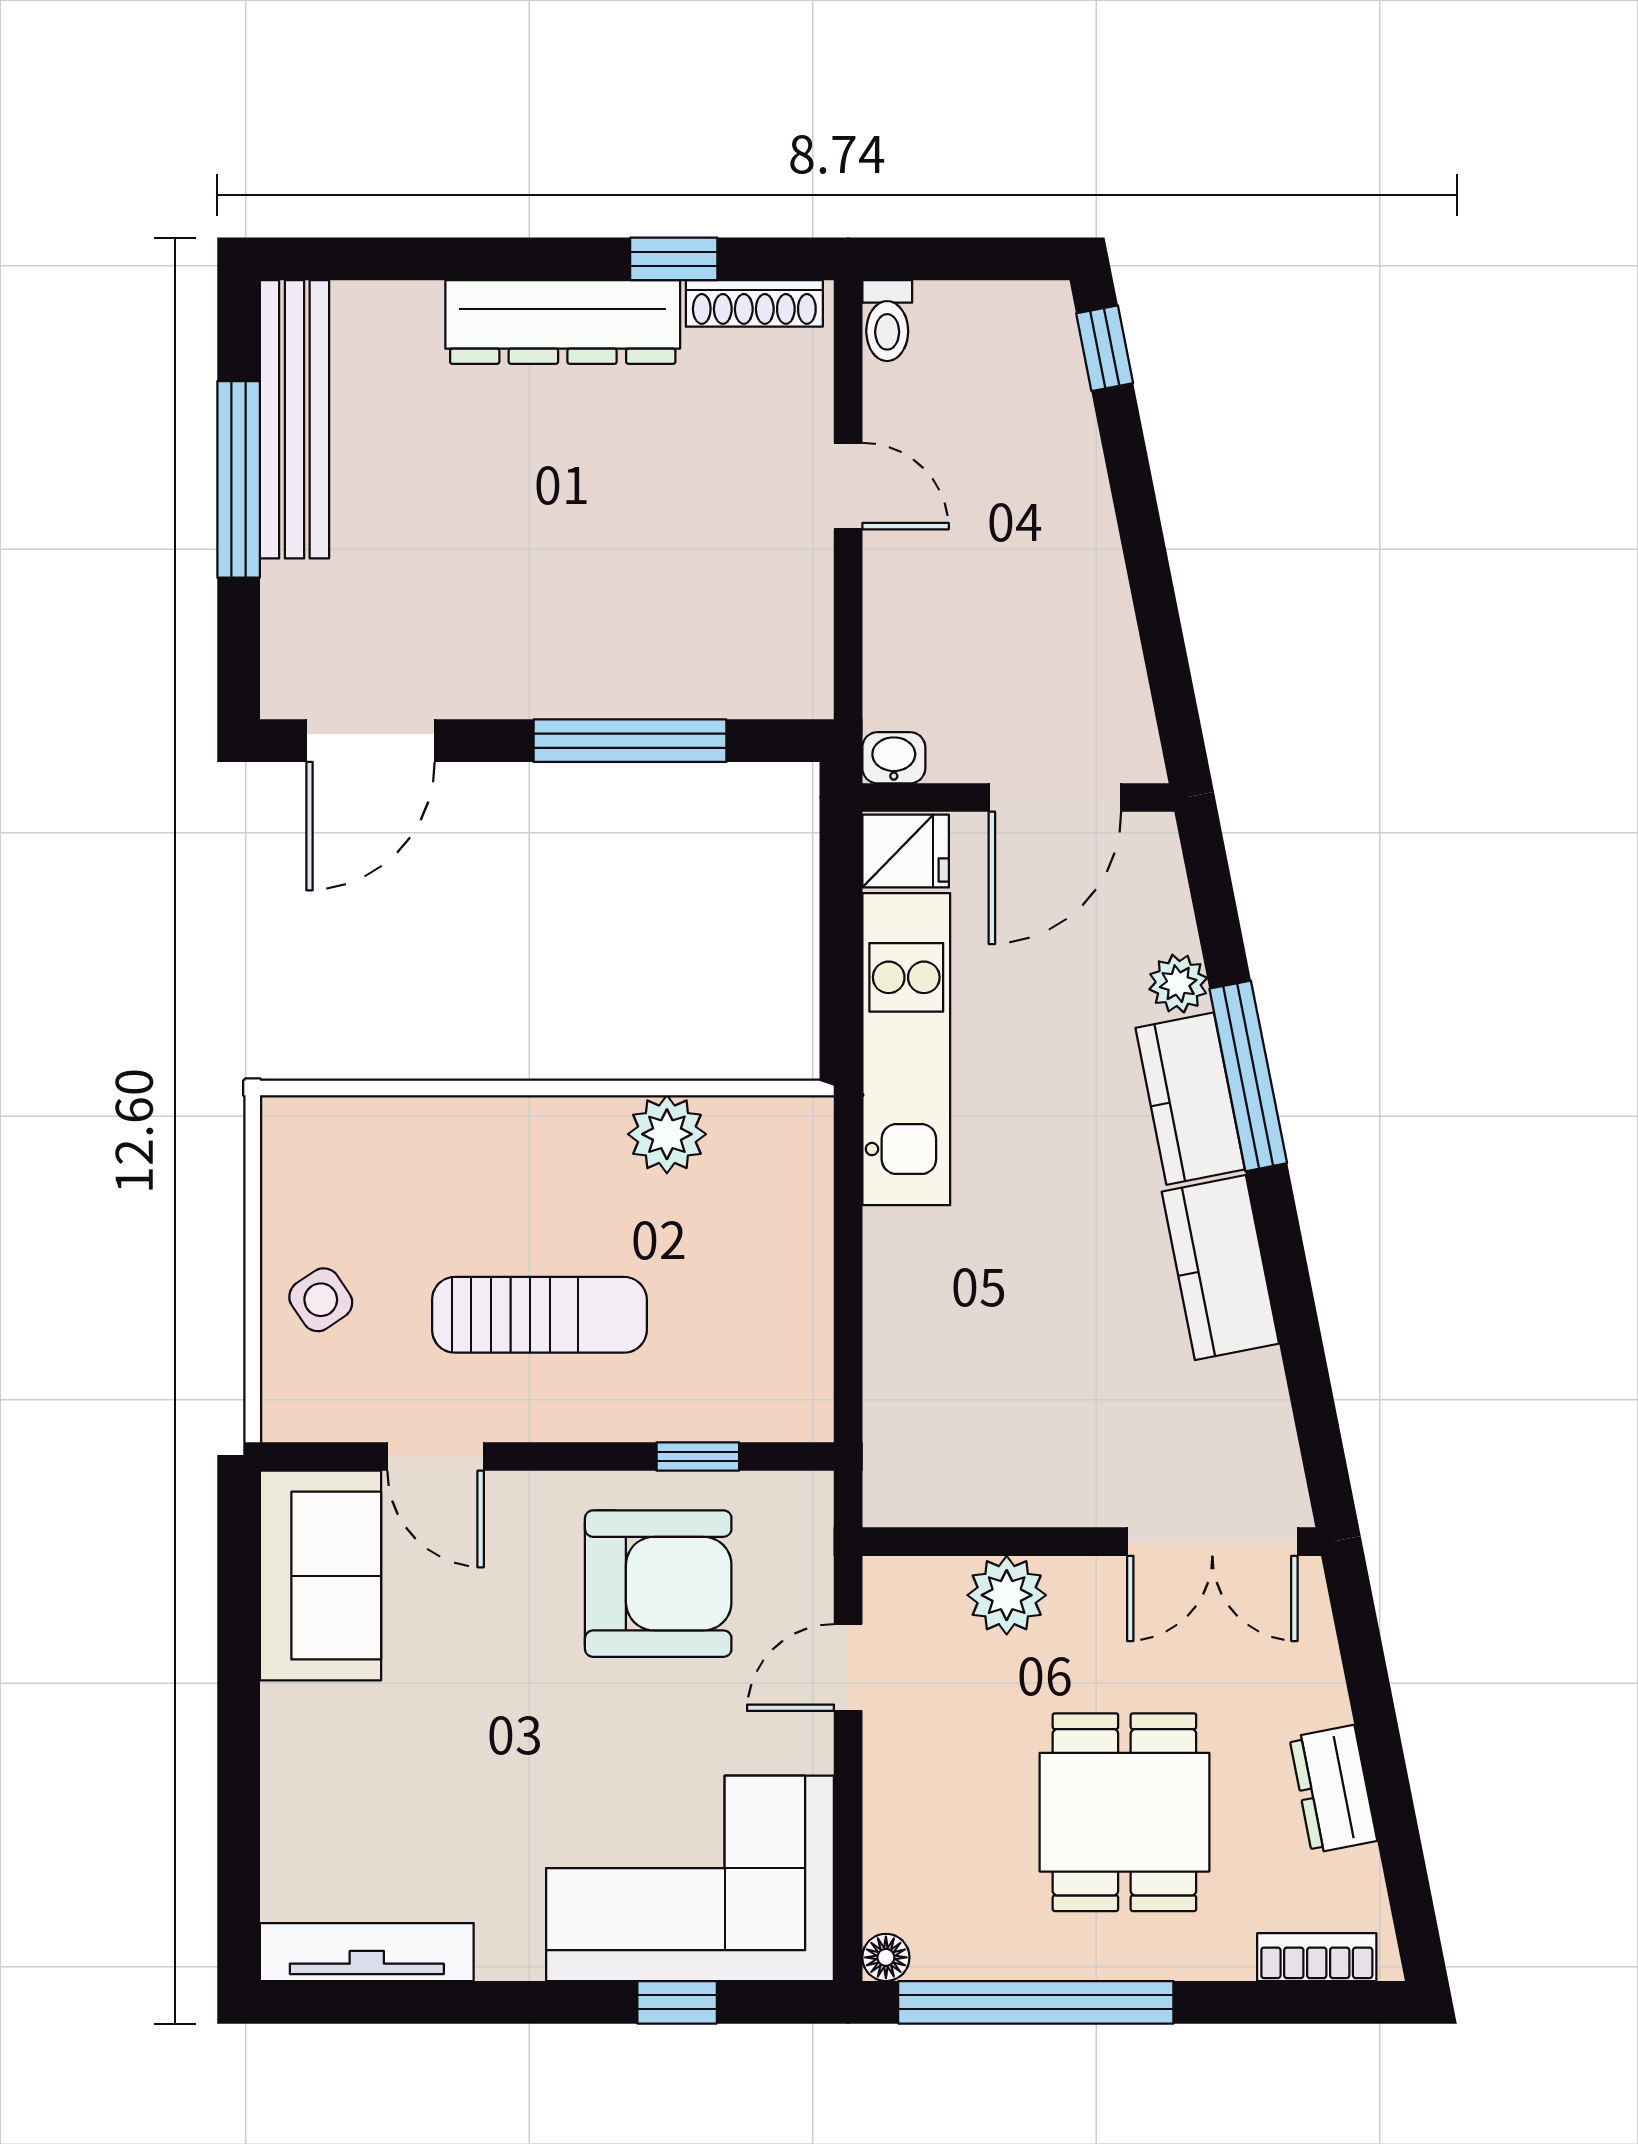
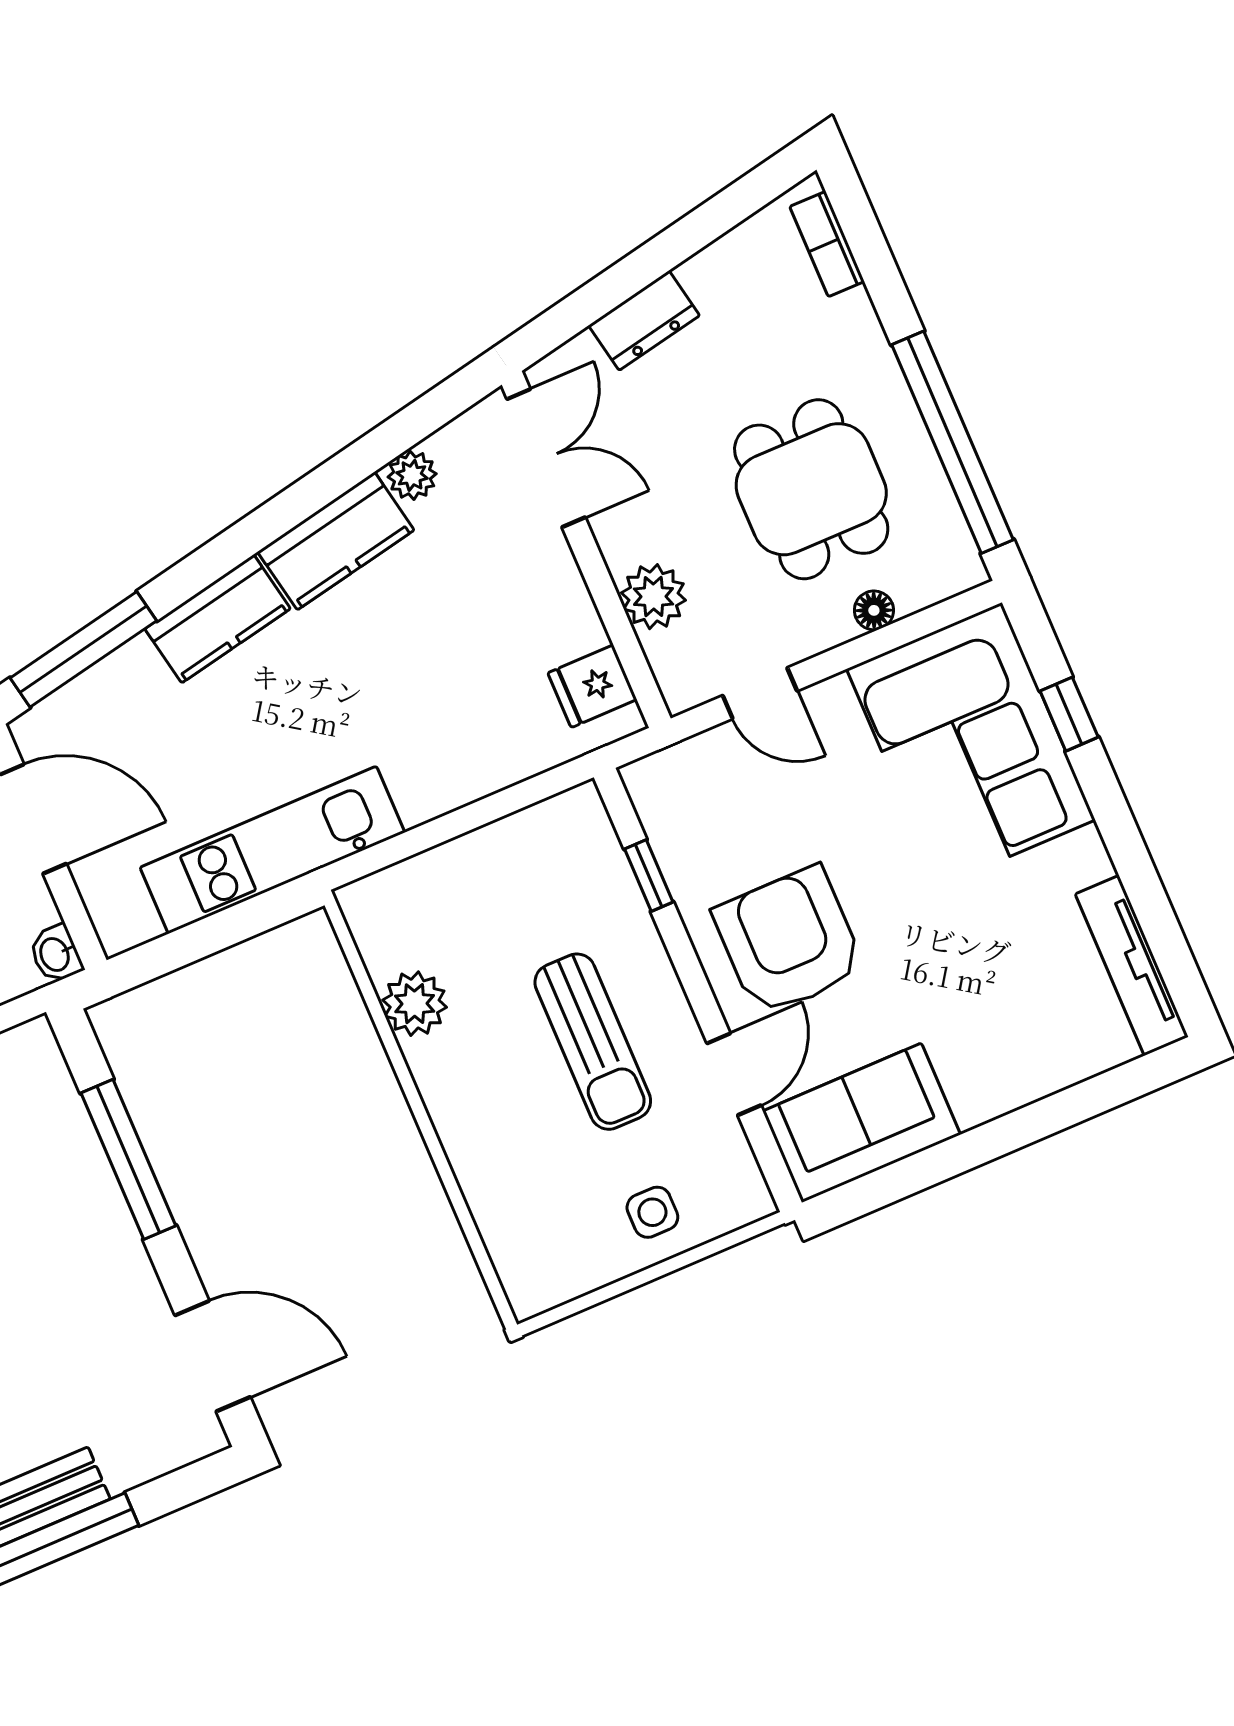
fridge: (906, 851) -> (592, 686), moved, turned -90
plant: (1178, 984) -> (412, 475), moved
window: (1248, 1076) -> (83, 649), moved
side table: (321, 1300) -> (652, 1212), turned 34
sun lounger: (539, 1315) -> (593, 1042), turned 180
armchair: (658, 1584) -> (789, 941), moved
dresser: (1333, 1789) -> (644, 321), moved
dining table: (1124, 1812) -> (811, 489), moved, turned 90
floor lamp: (886, 1957) -> (874, 610), moved

